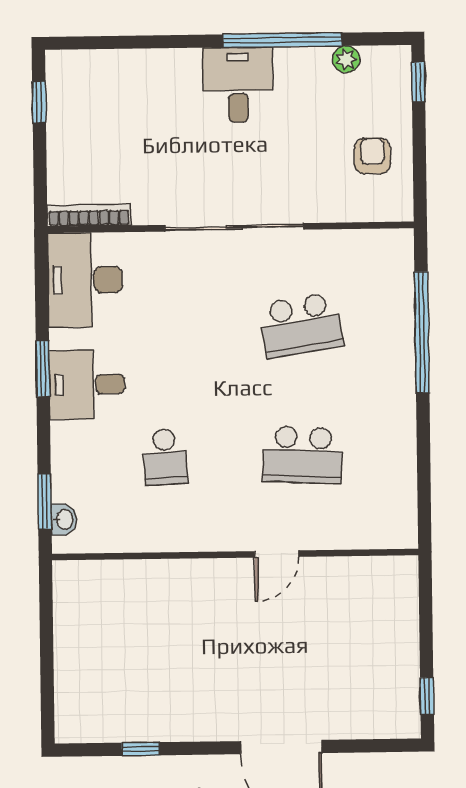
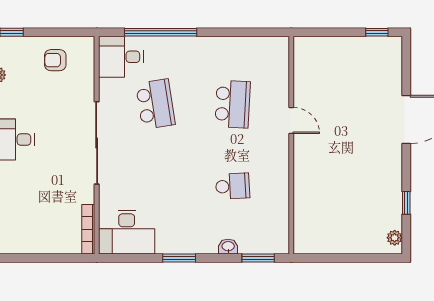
window: (39, 102) -> (21, 258), removed
desk: (87, 384) -> (121, 57), moved, turned 90
washbasin: (64, 519) -> (228, 247), moved
plant: (82, 730) -> (395, 238), added

